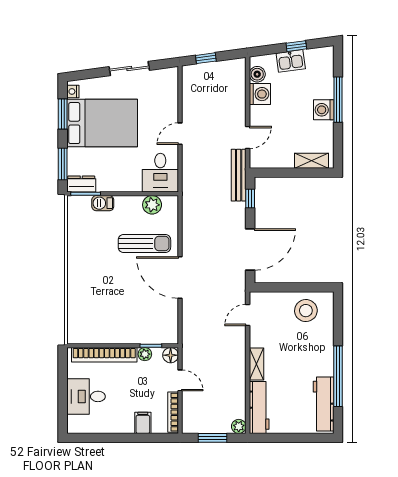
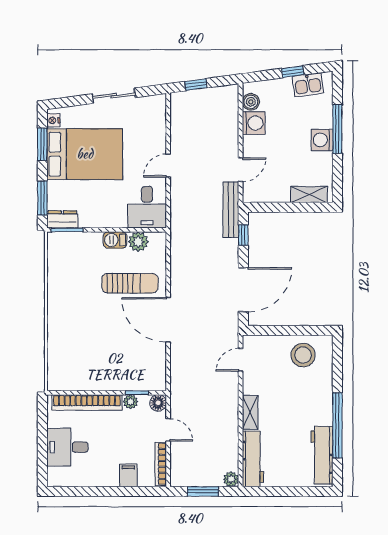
kitchen sink: (291, 61) -> (308, 85), moved
barbecue: (103, 203) -> (115, 240), moved

